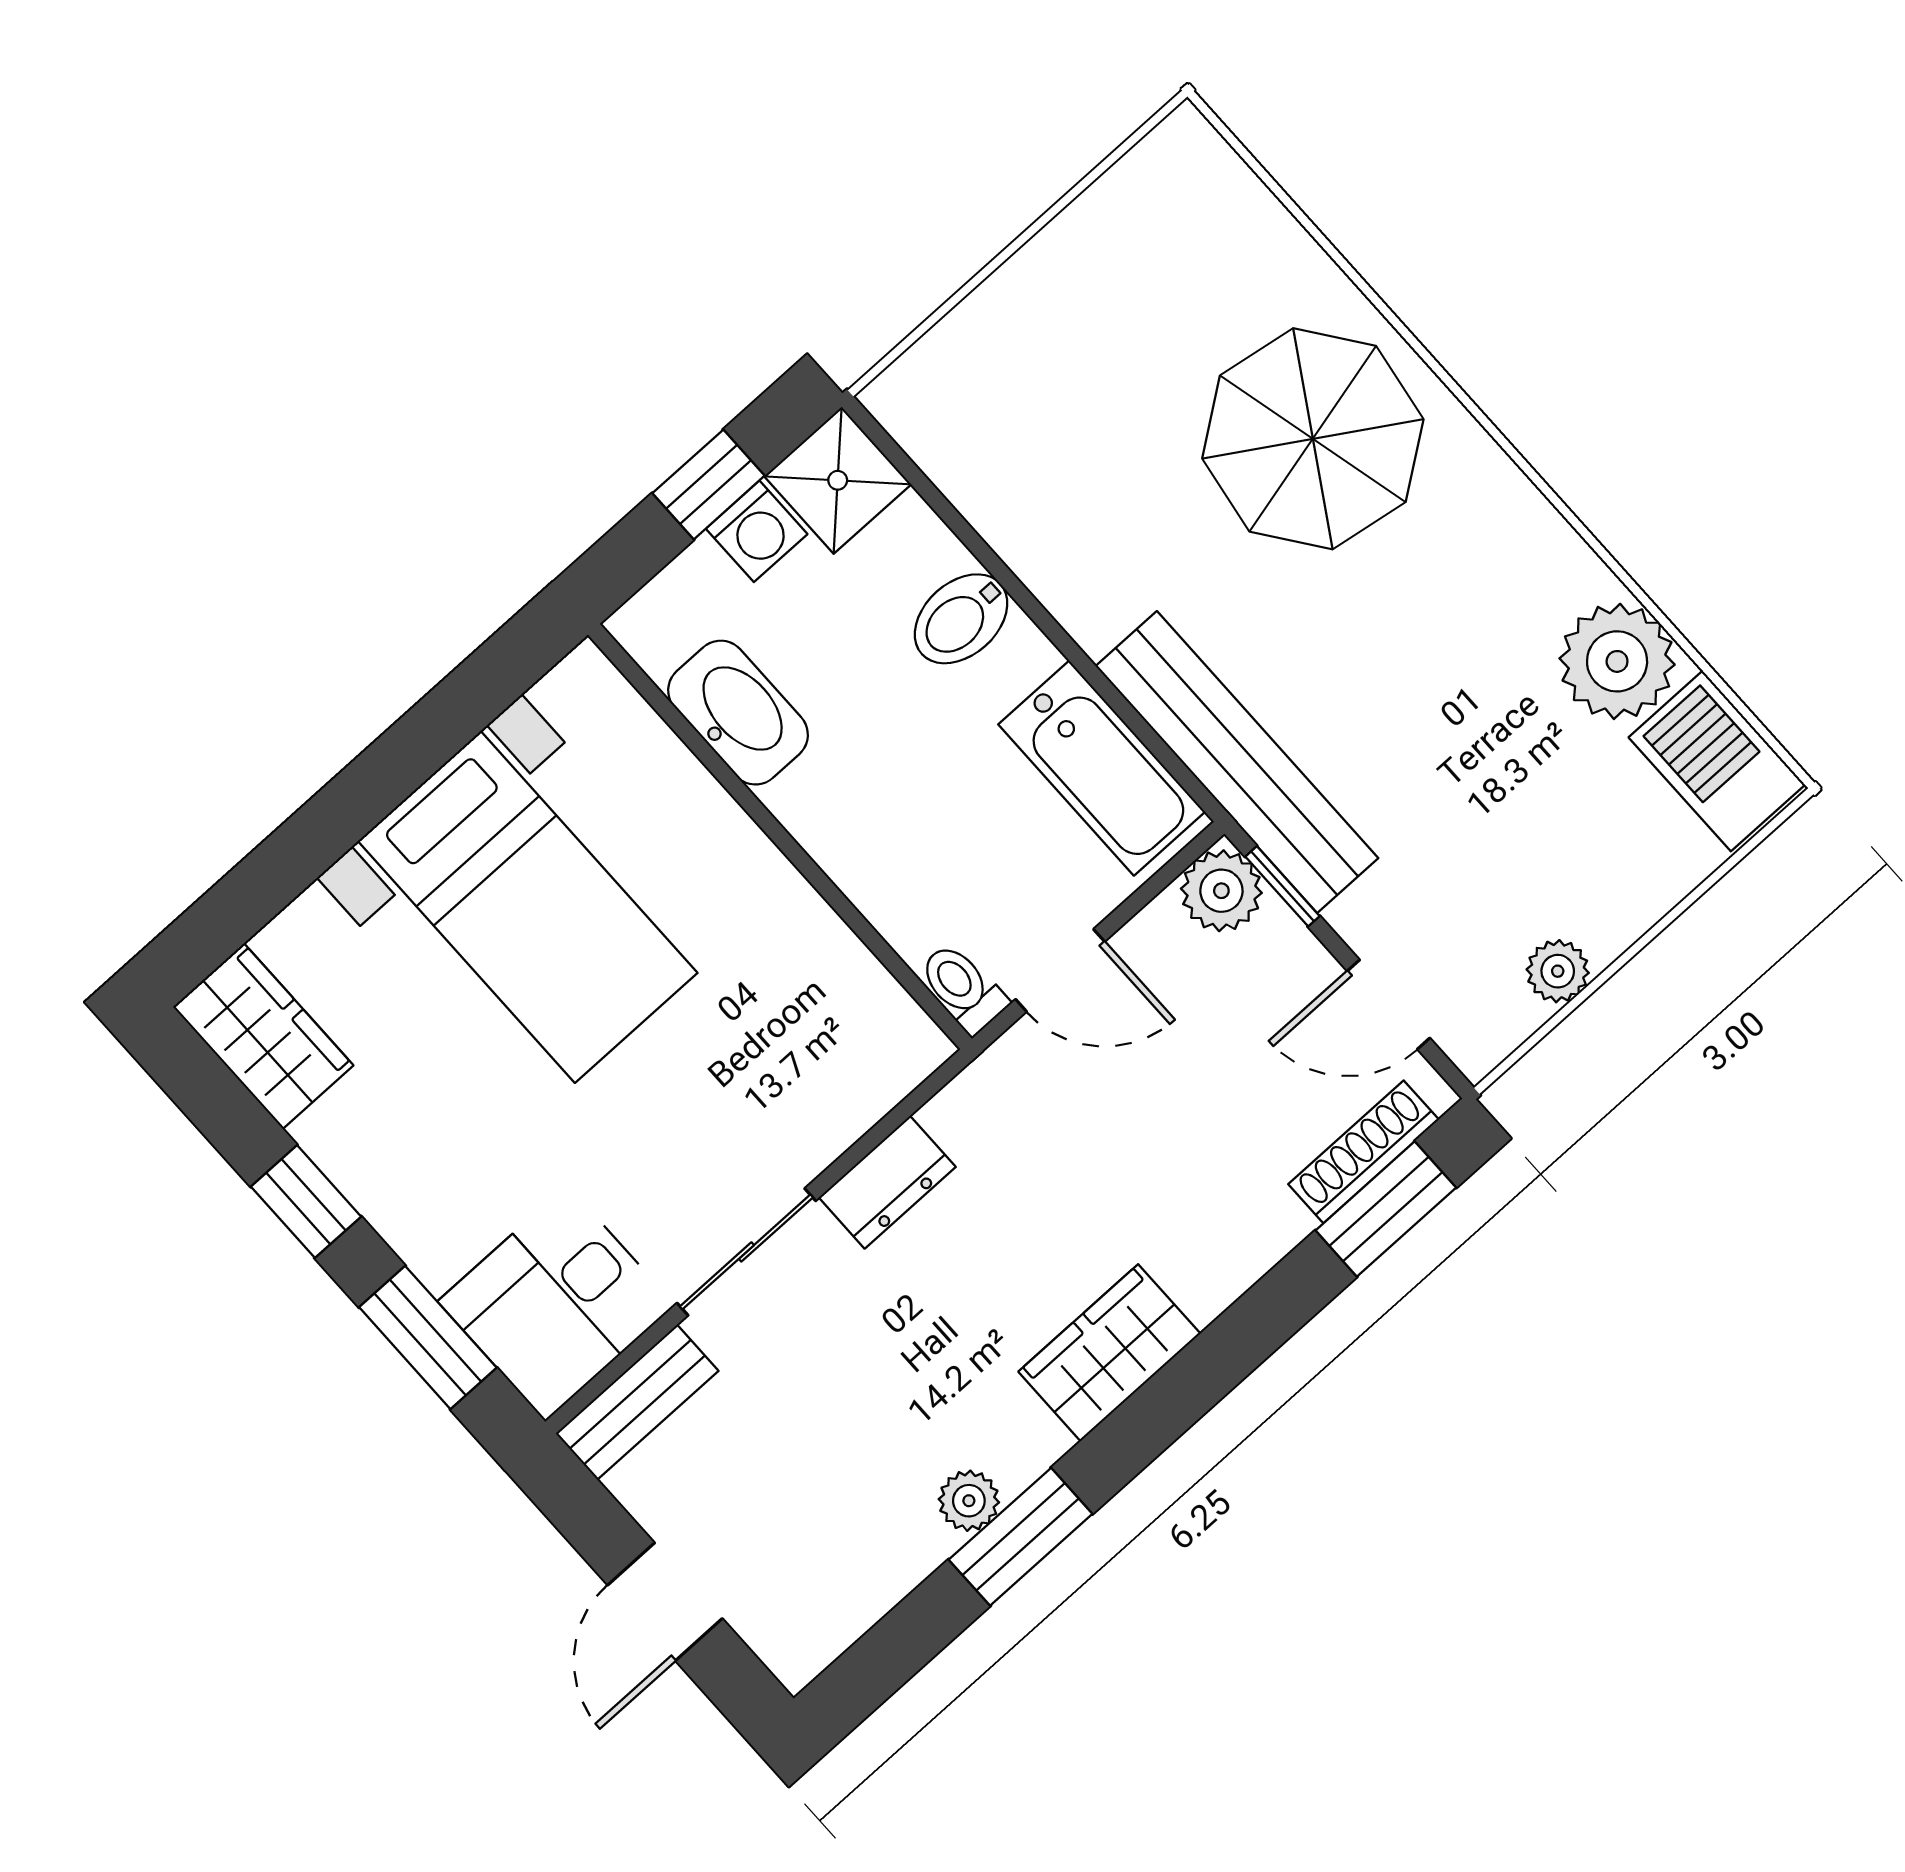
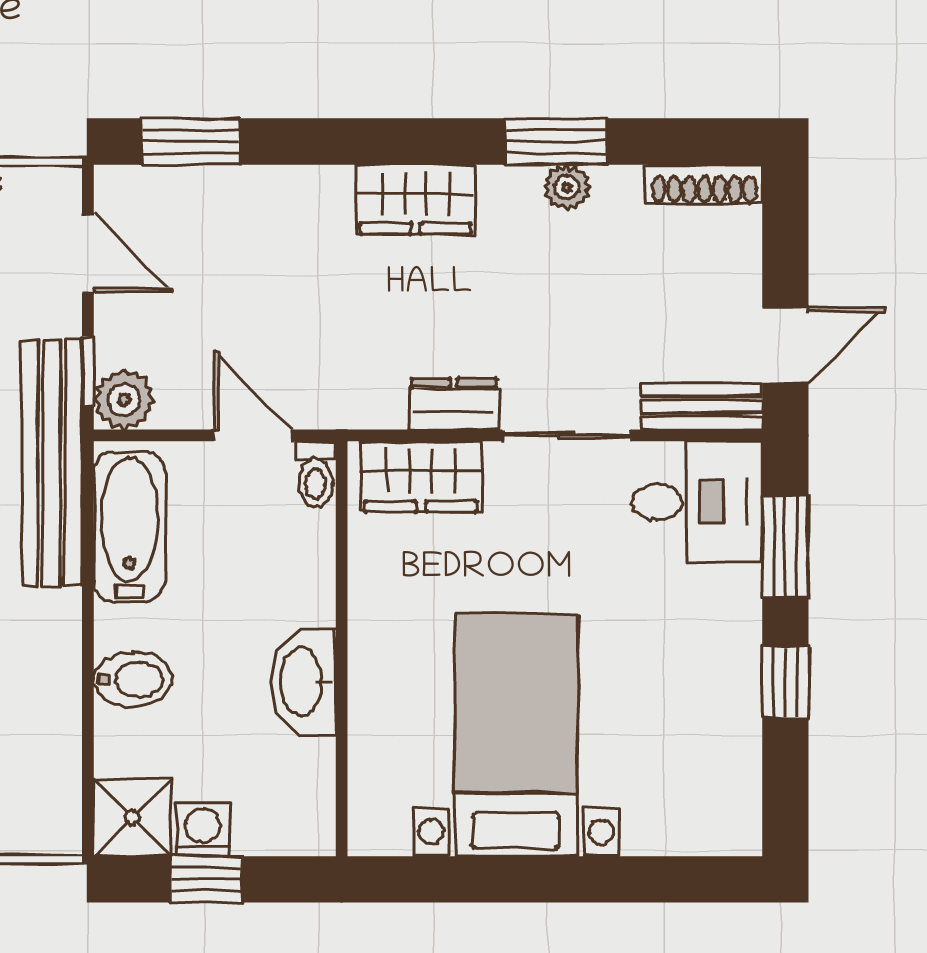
washbasin: (738, 713) -> (303, 682), moved
wardrobe: (263, 1036) -> (421, 477), moved, turned -90
shoe rack: (1364, 1152) -> (705, 184), moved
door: (665, 1602) -> (785, 345), moved

